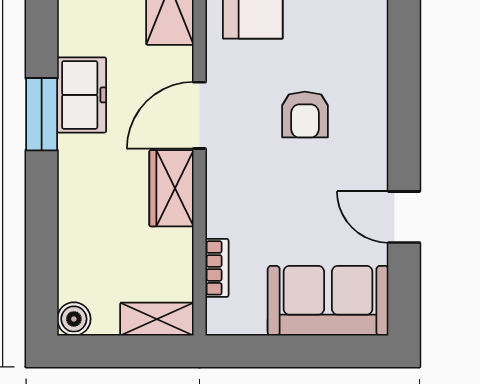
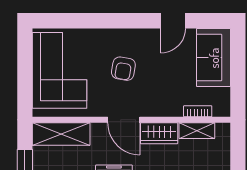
armchair: (305, 114) -> (123, 69), turned 100
shelving: (157, 319) -> (197, 131), moved, turned 90

